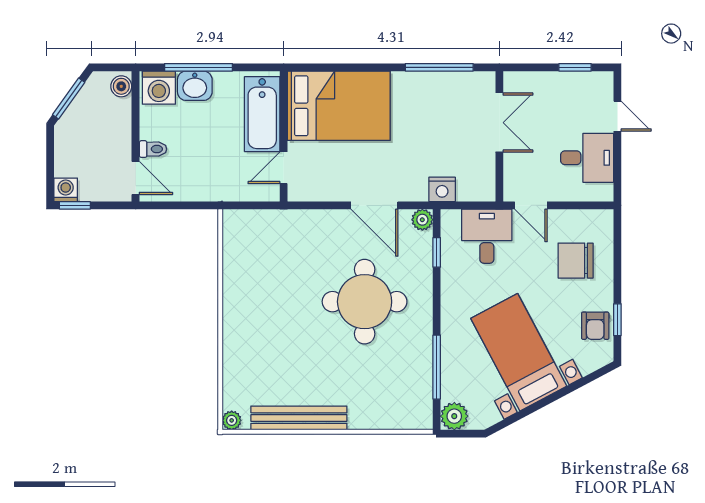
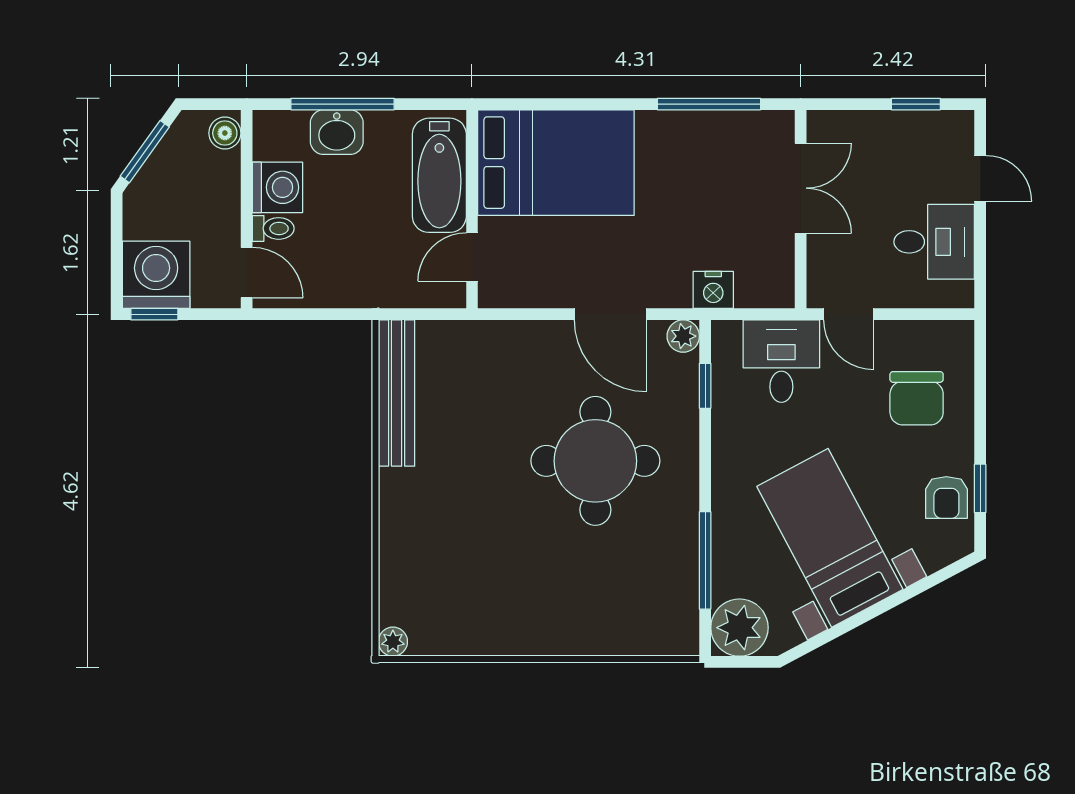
washing machine: (159, 88) -> (277, 187), moved, turned -90
washing machine: (66, 190) -> (156, 275), width x1.89, depth x1.89
chair: (576, 261) -> (917, 398), turned -90
plant: (454, 416) -> (739, 628), width x1.36, depth x1.36
bench: (299, 418) -> (397, 393), moved, turned 90

